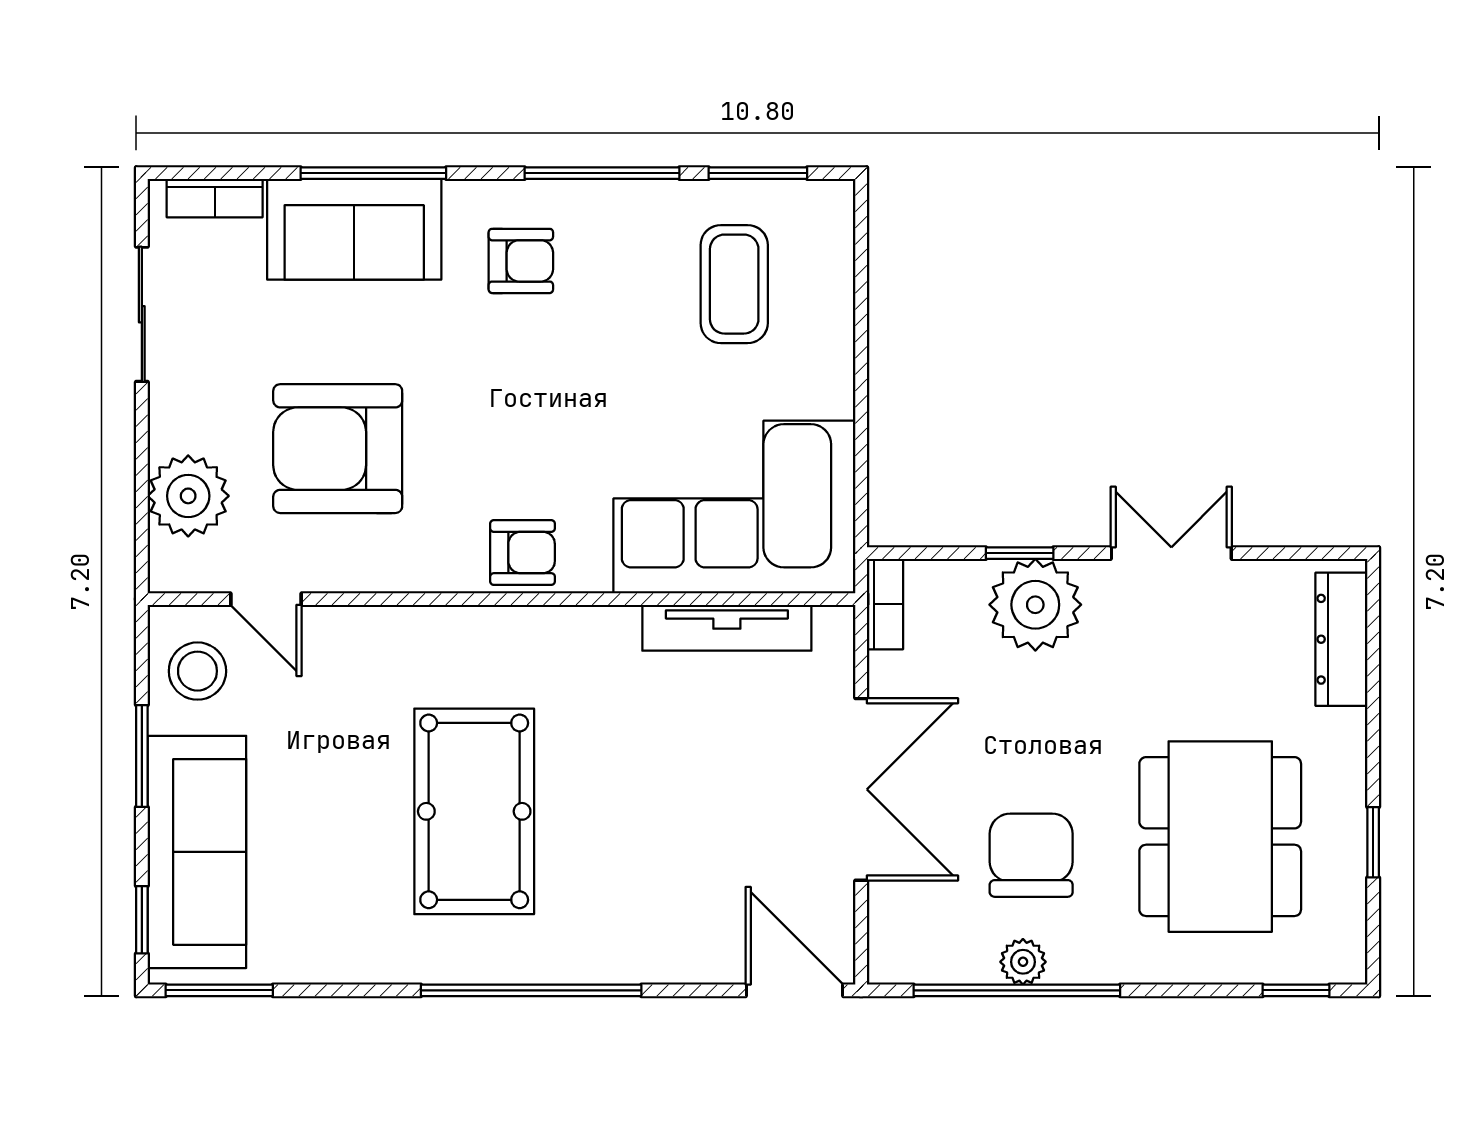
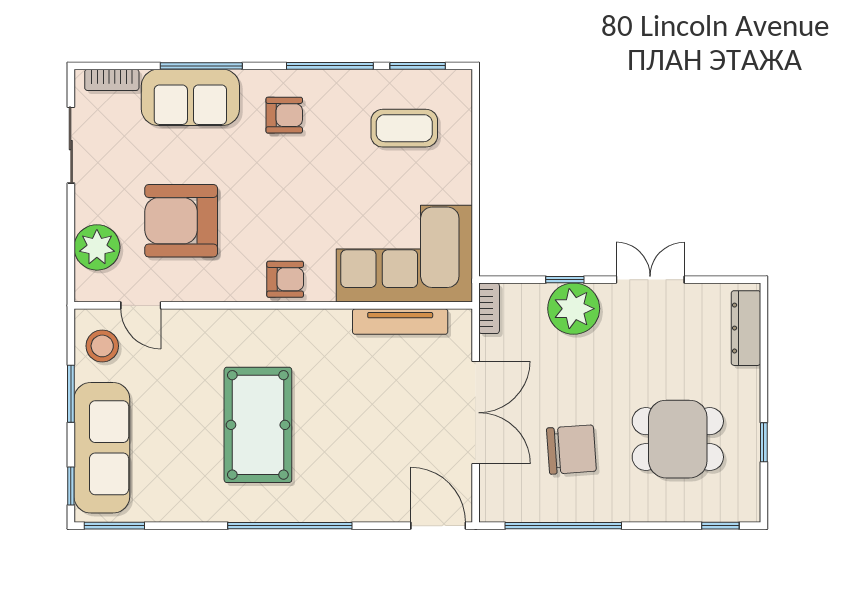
coffee table: (734, 284) -> (404, 128), turned 90
dining table: (1220, 837) -> (678, 439), width x0.73
chair: (1031, 855) -> (571, 450), turned 86
plant: (1023, 962) -> (567, 510), removed

